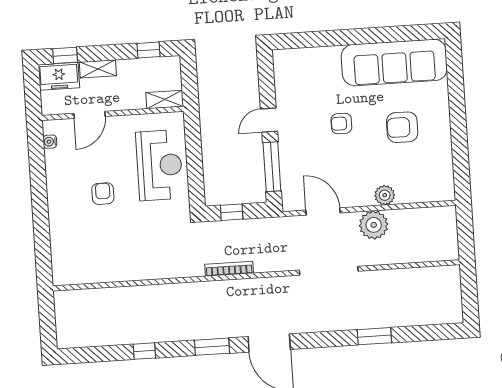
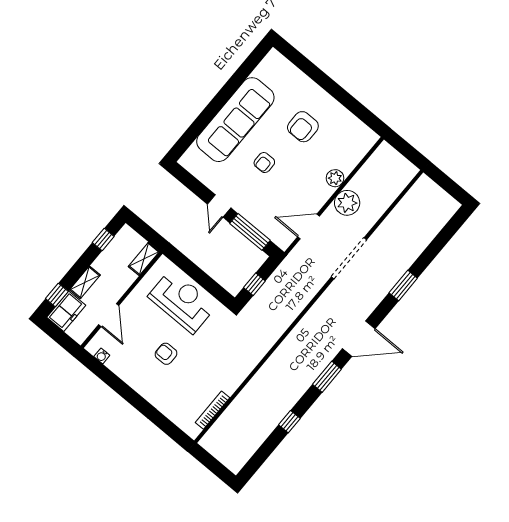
sofa: (394, 62) -> (235, 120), moved
bookcase: (229, 269) -> (213, 410), moved
window: (374, 336) -> (403, 286), moved

